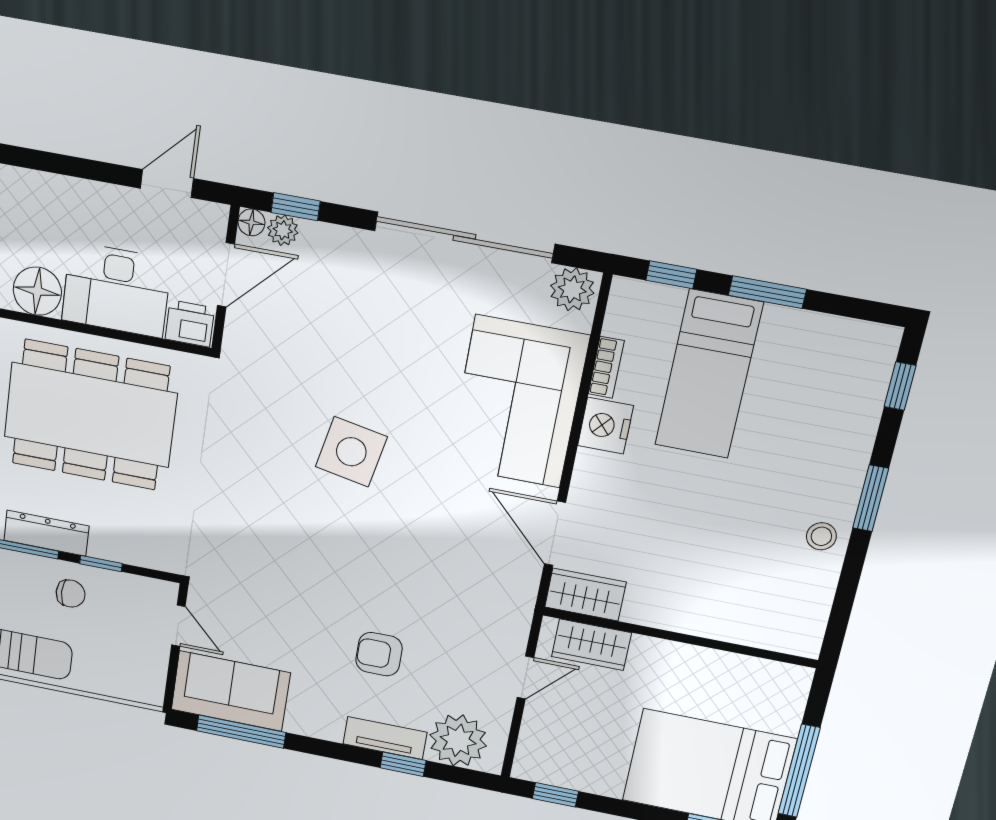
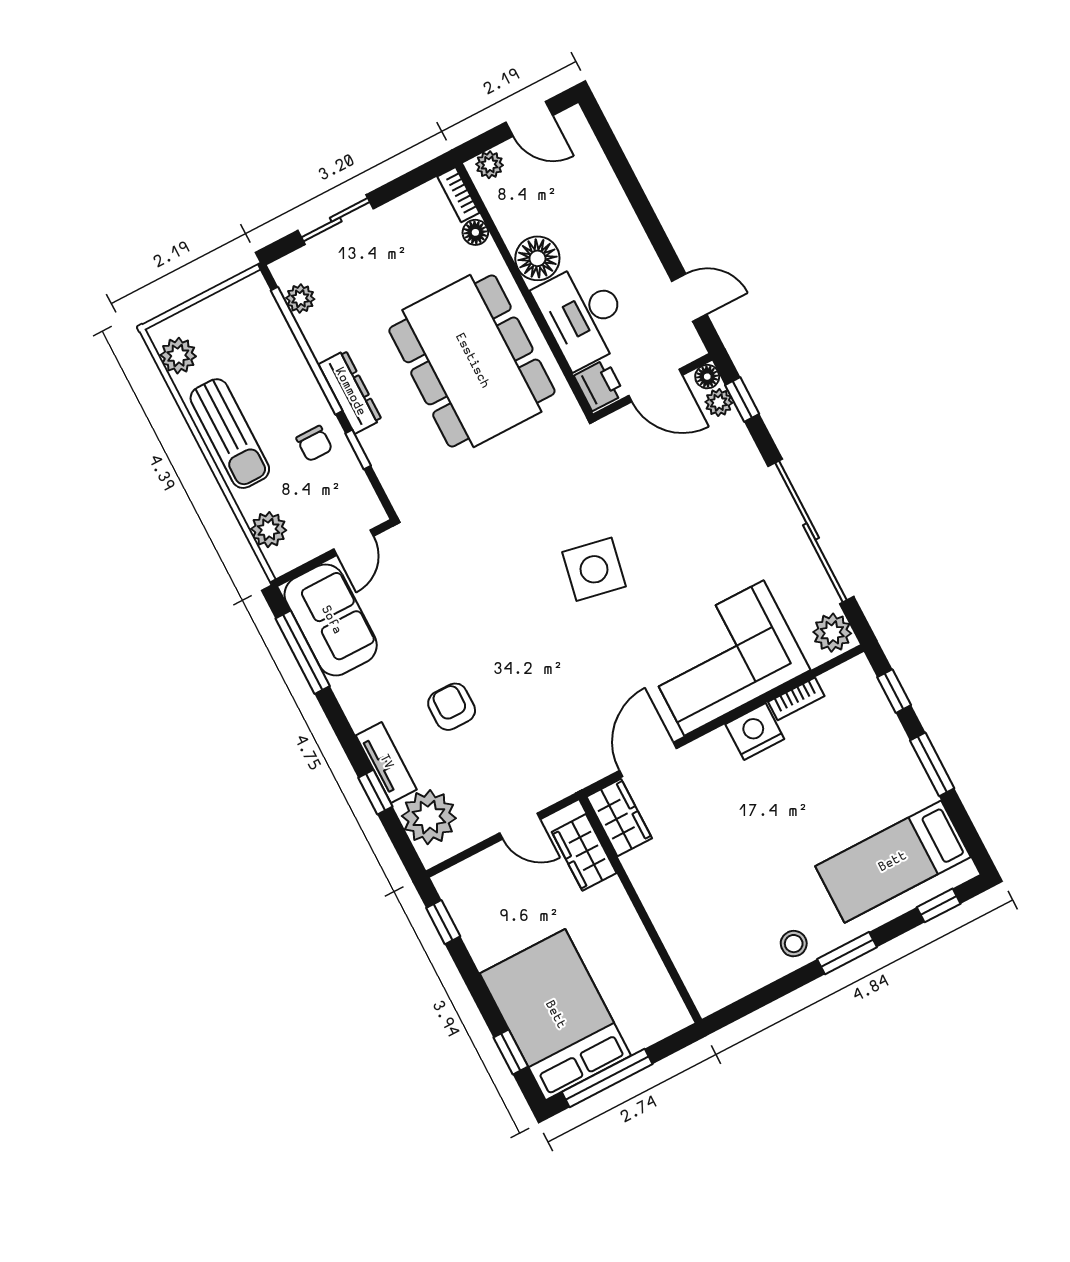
bed: (709, 374) -> (893, 862), moved
plant: (118, 681) -> (269, 530), added

